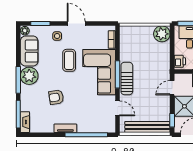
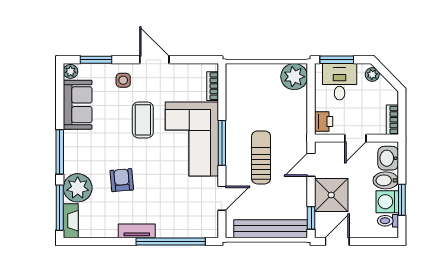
plant: (29, 76) -> (78, 188), moved
sun lounger: (127, 79) -> (261, 157), moved
armchair: (56, 97) -> (122, 180), turned 94
door: (118, 108) -> (222, 198), hinge flipped

